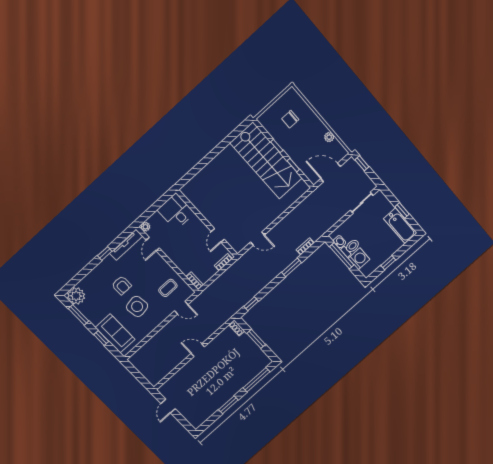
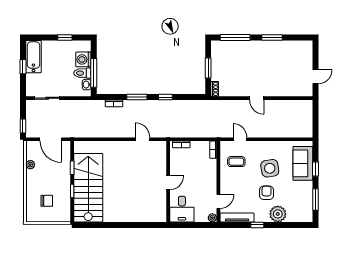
door: (218, 235) -> (168, 183), moved
plant: (76, 296) -> (278, 214), moved
window: (251, 304) -> (165, 97), moved

